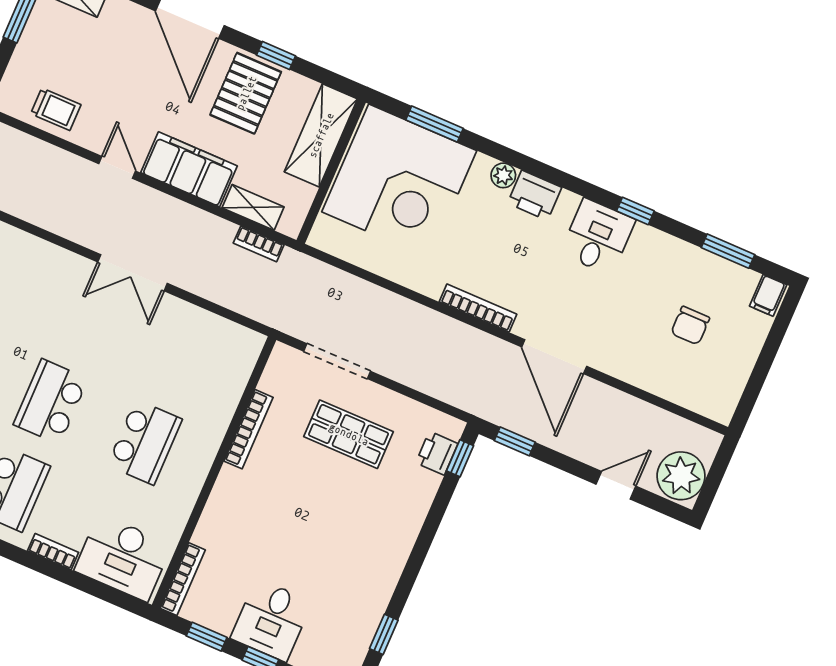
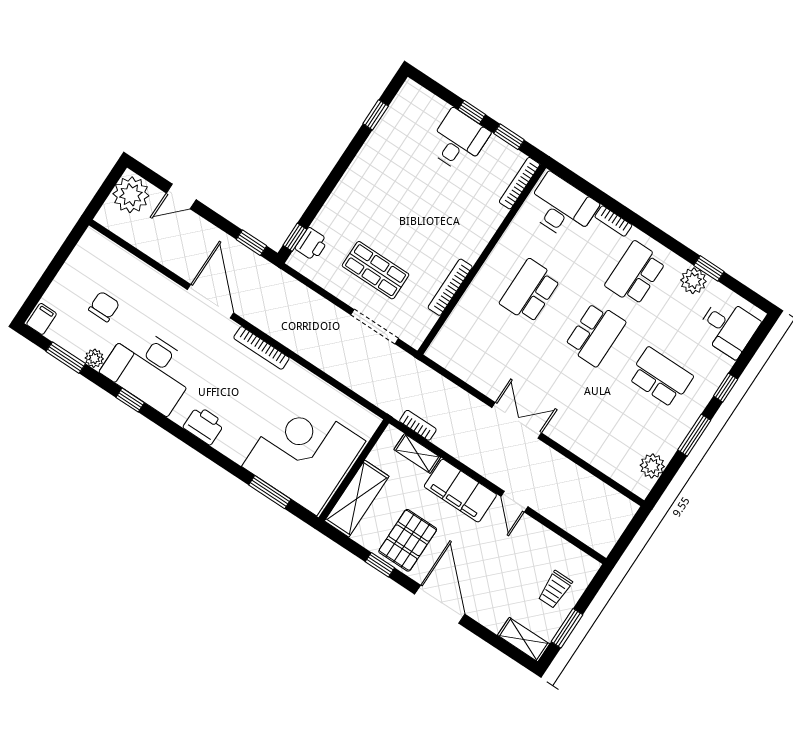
trolley: (56, 109) -> (555, 589), moved, turned -90
plant: (503, 175) -> (94, 358), moved
desk: (598, 237) -> (150, 369), width x1.87, depth x1.30

